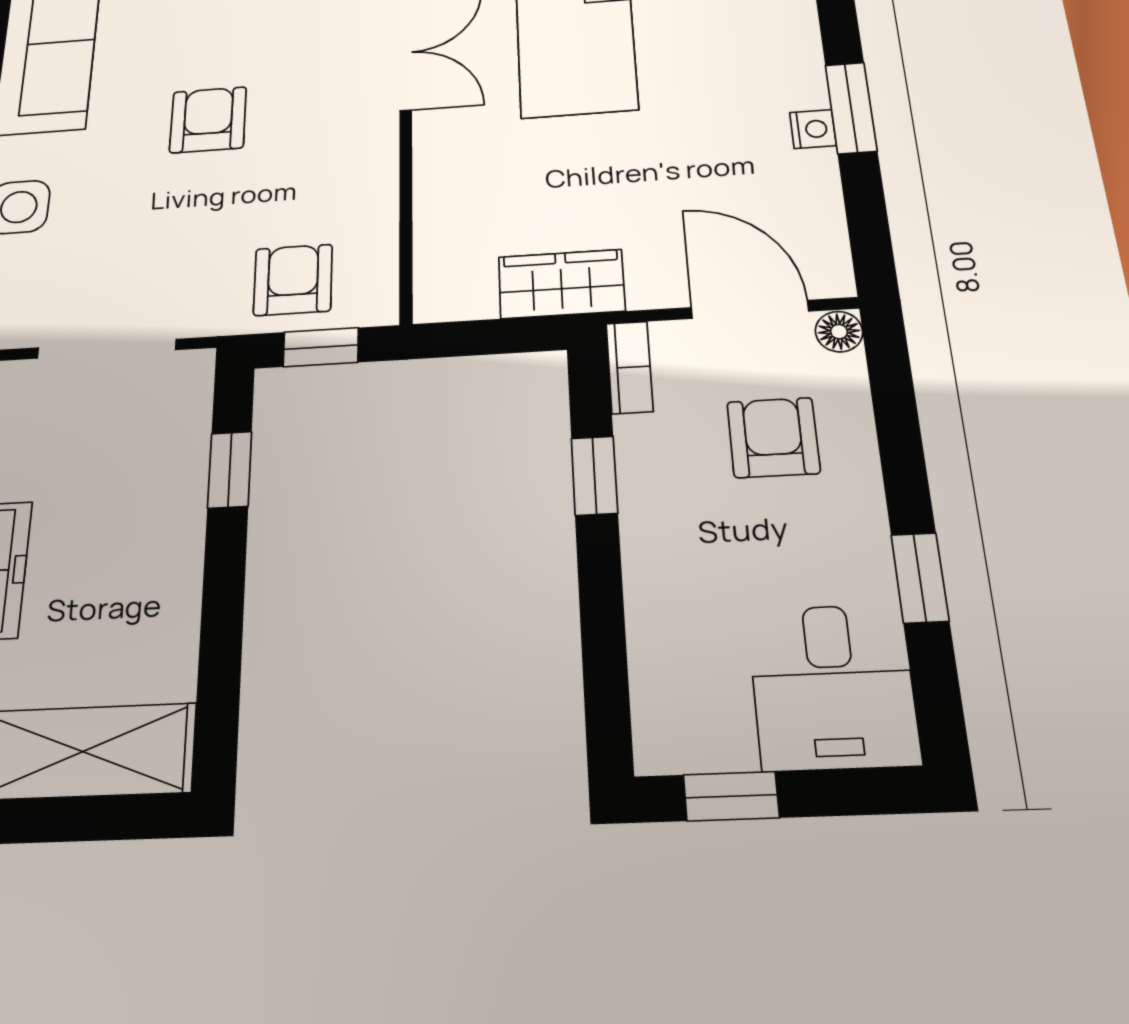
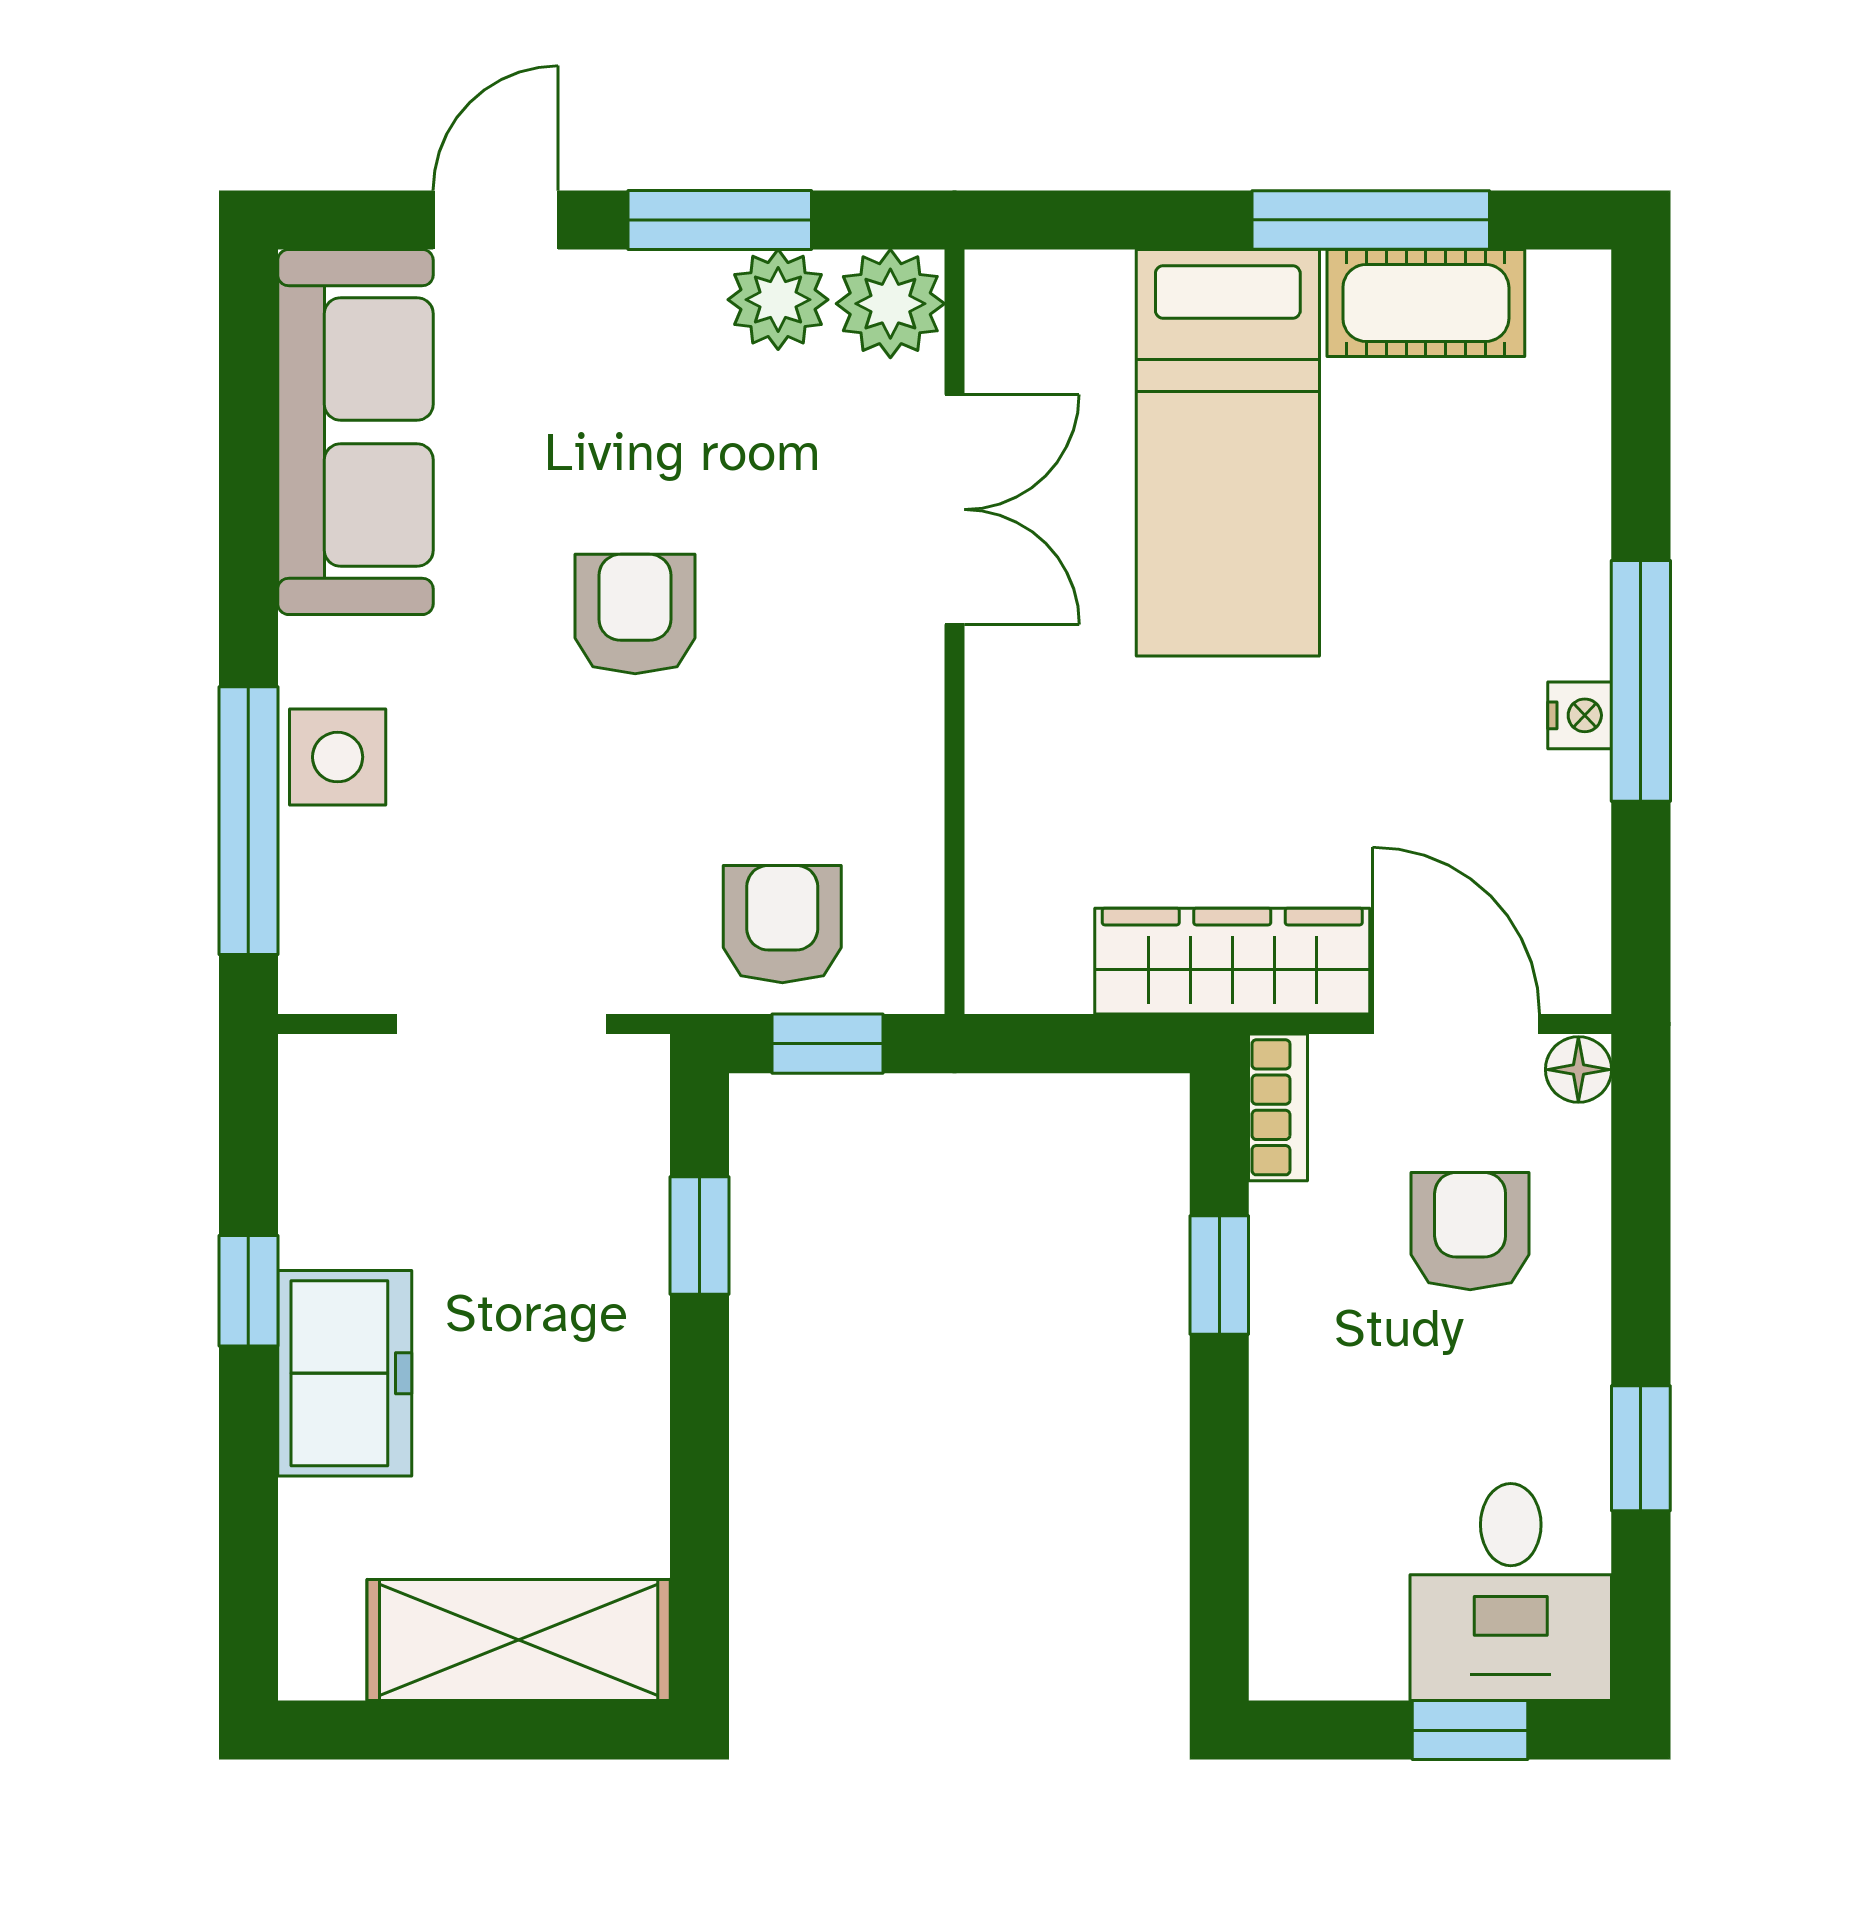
window: (851, 108) -> (1641, 681), width x1.44
wardrobe: (561, 284) -> (1232, 961), width x1.50
window: (731, 796) -> (1470, 1730), moved

